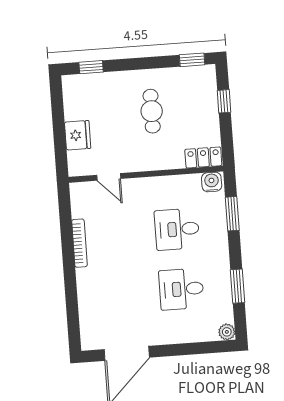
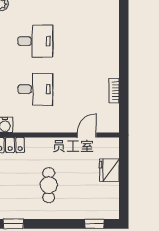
door: (109, 177) -> (87, 135), hinge flipped
bookcase: (79, 243) -> (114, 91), width x0.64

